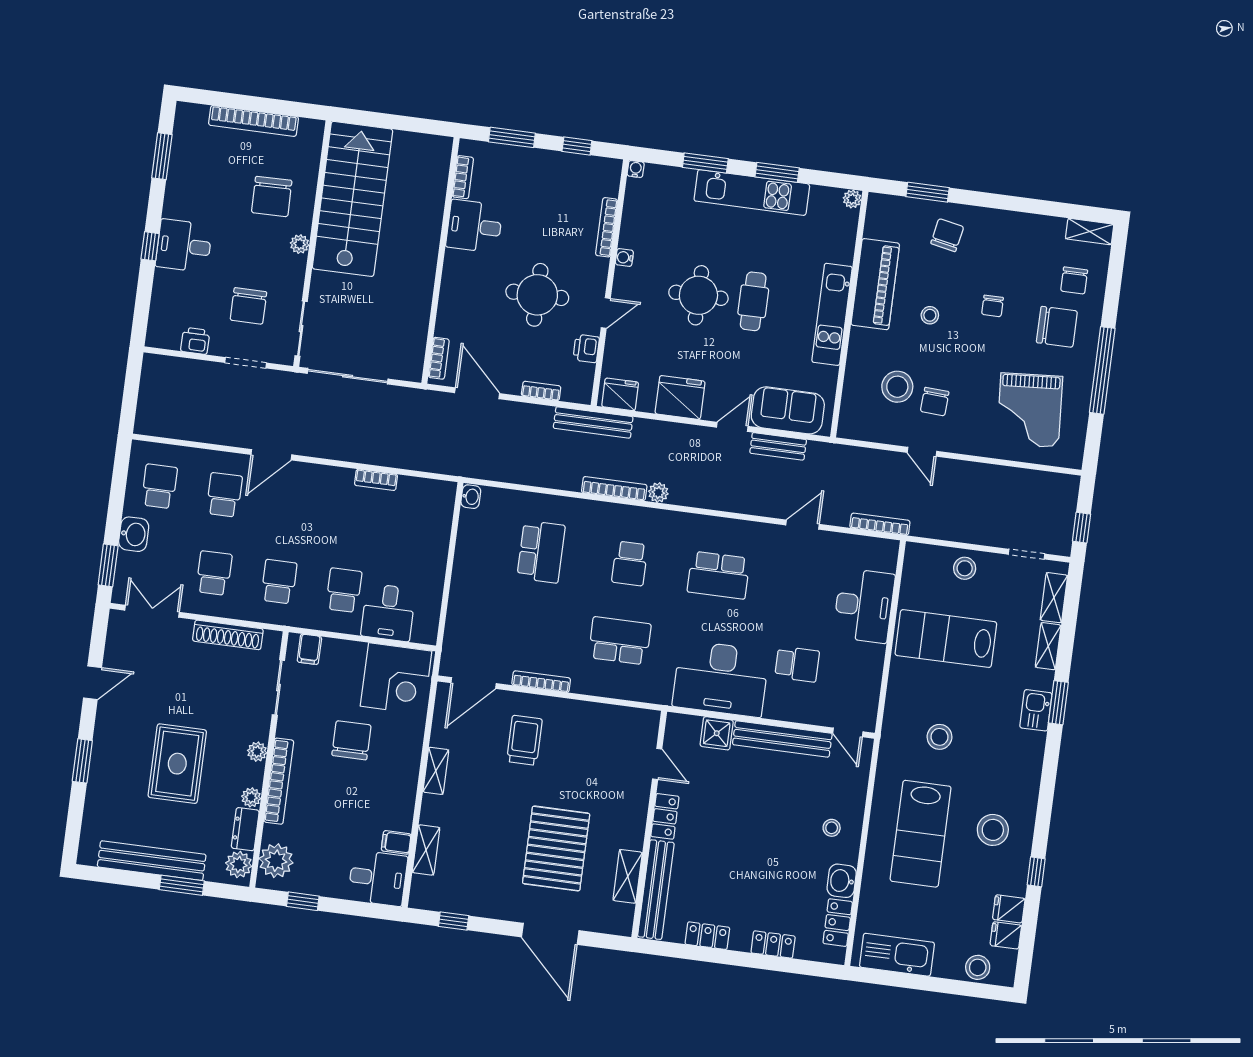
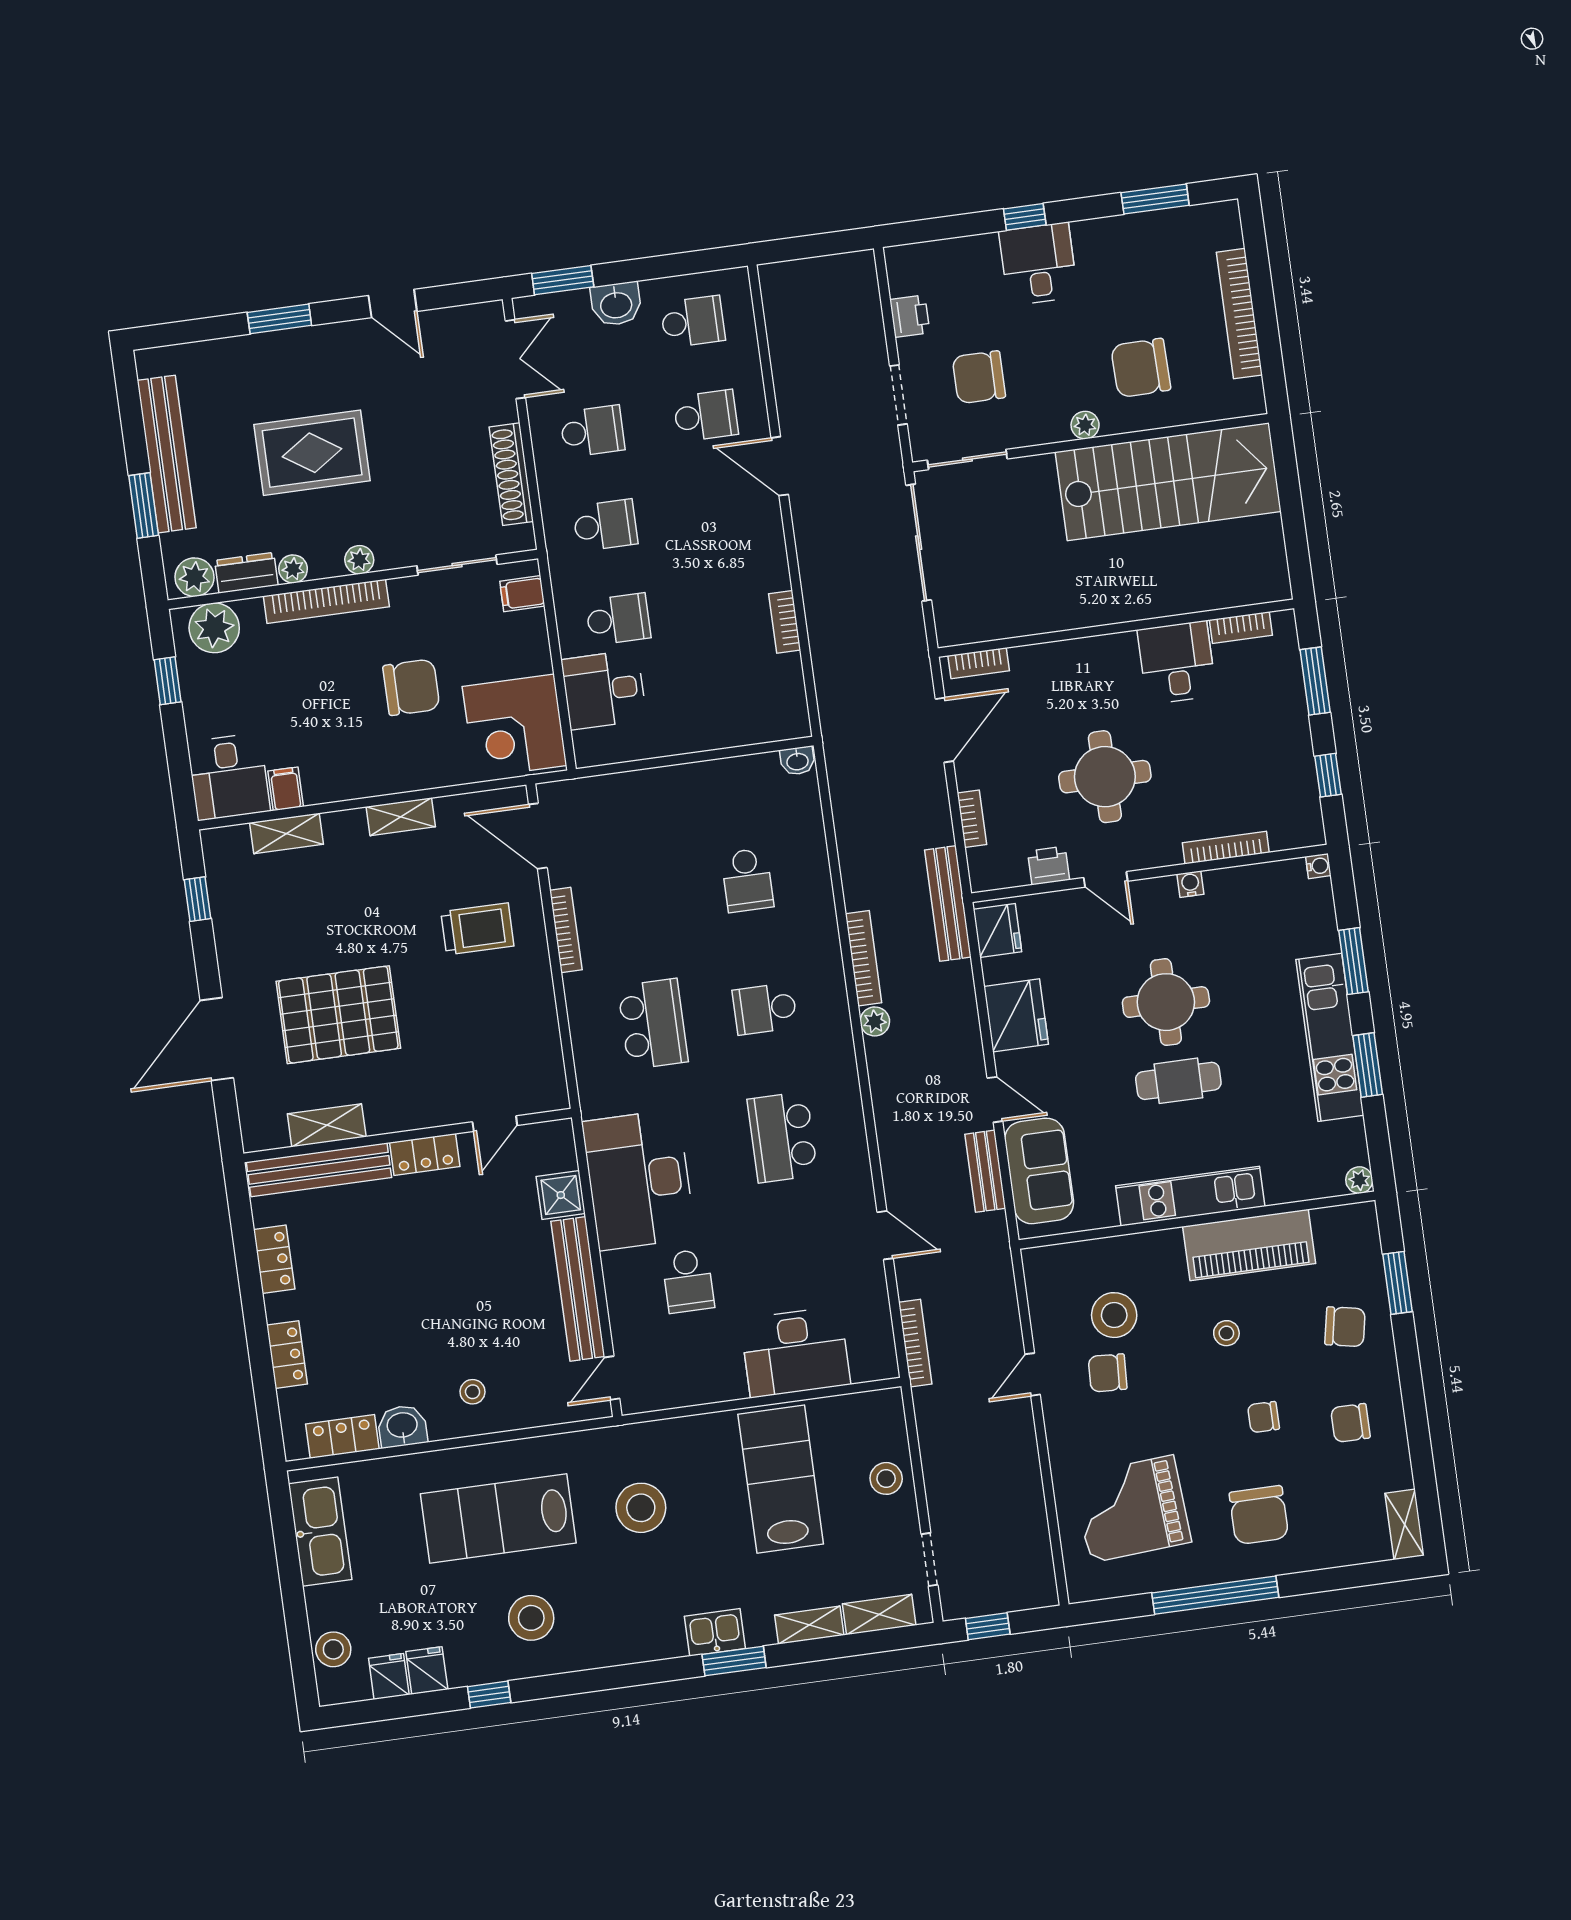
chair: (1074, 280) -> (1350, 1423), moved
school desk: (541, 552) -> (747, 880), width x0.54
stool: (939, 737) -> (641, 1508), width x1.38, depth x1.38

